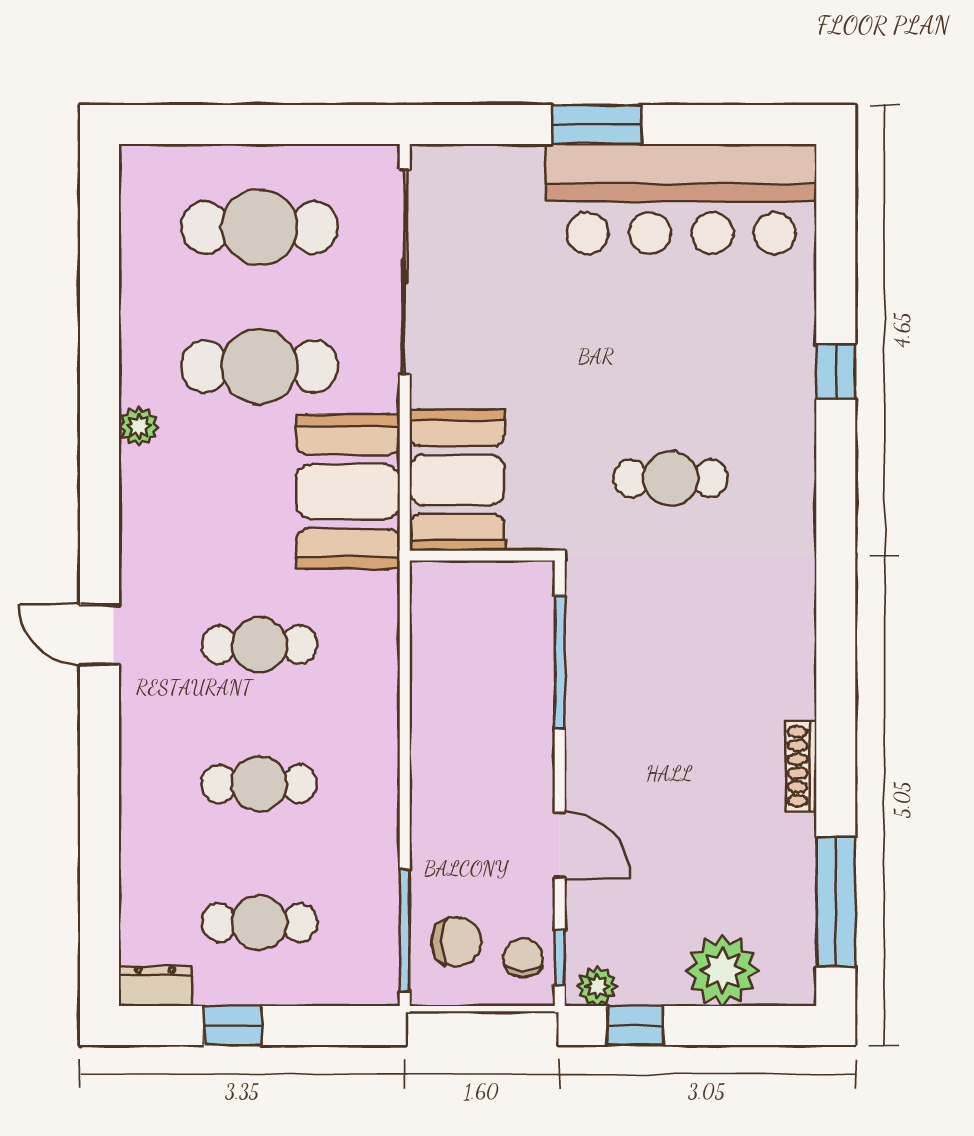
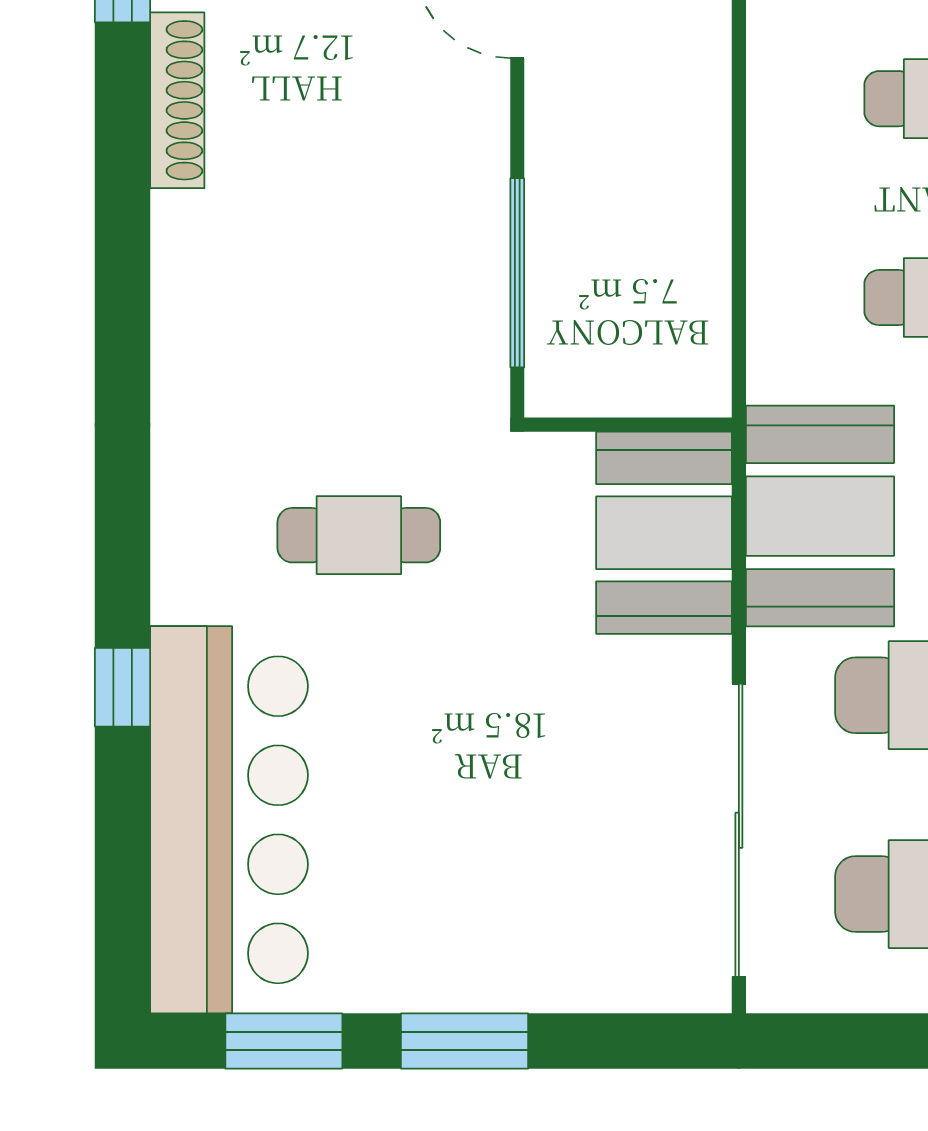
window: (723, 124) -> (284, 1041), added
bar counter: (681, 199) -> (229, 820), moved, turned 90
shoe rack: (801, 766) -> (177, 100), width x1.36, depth x1.24

